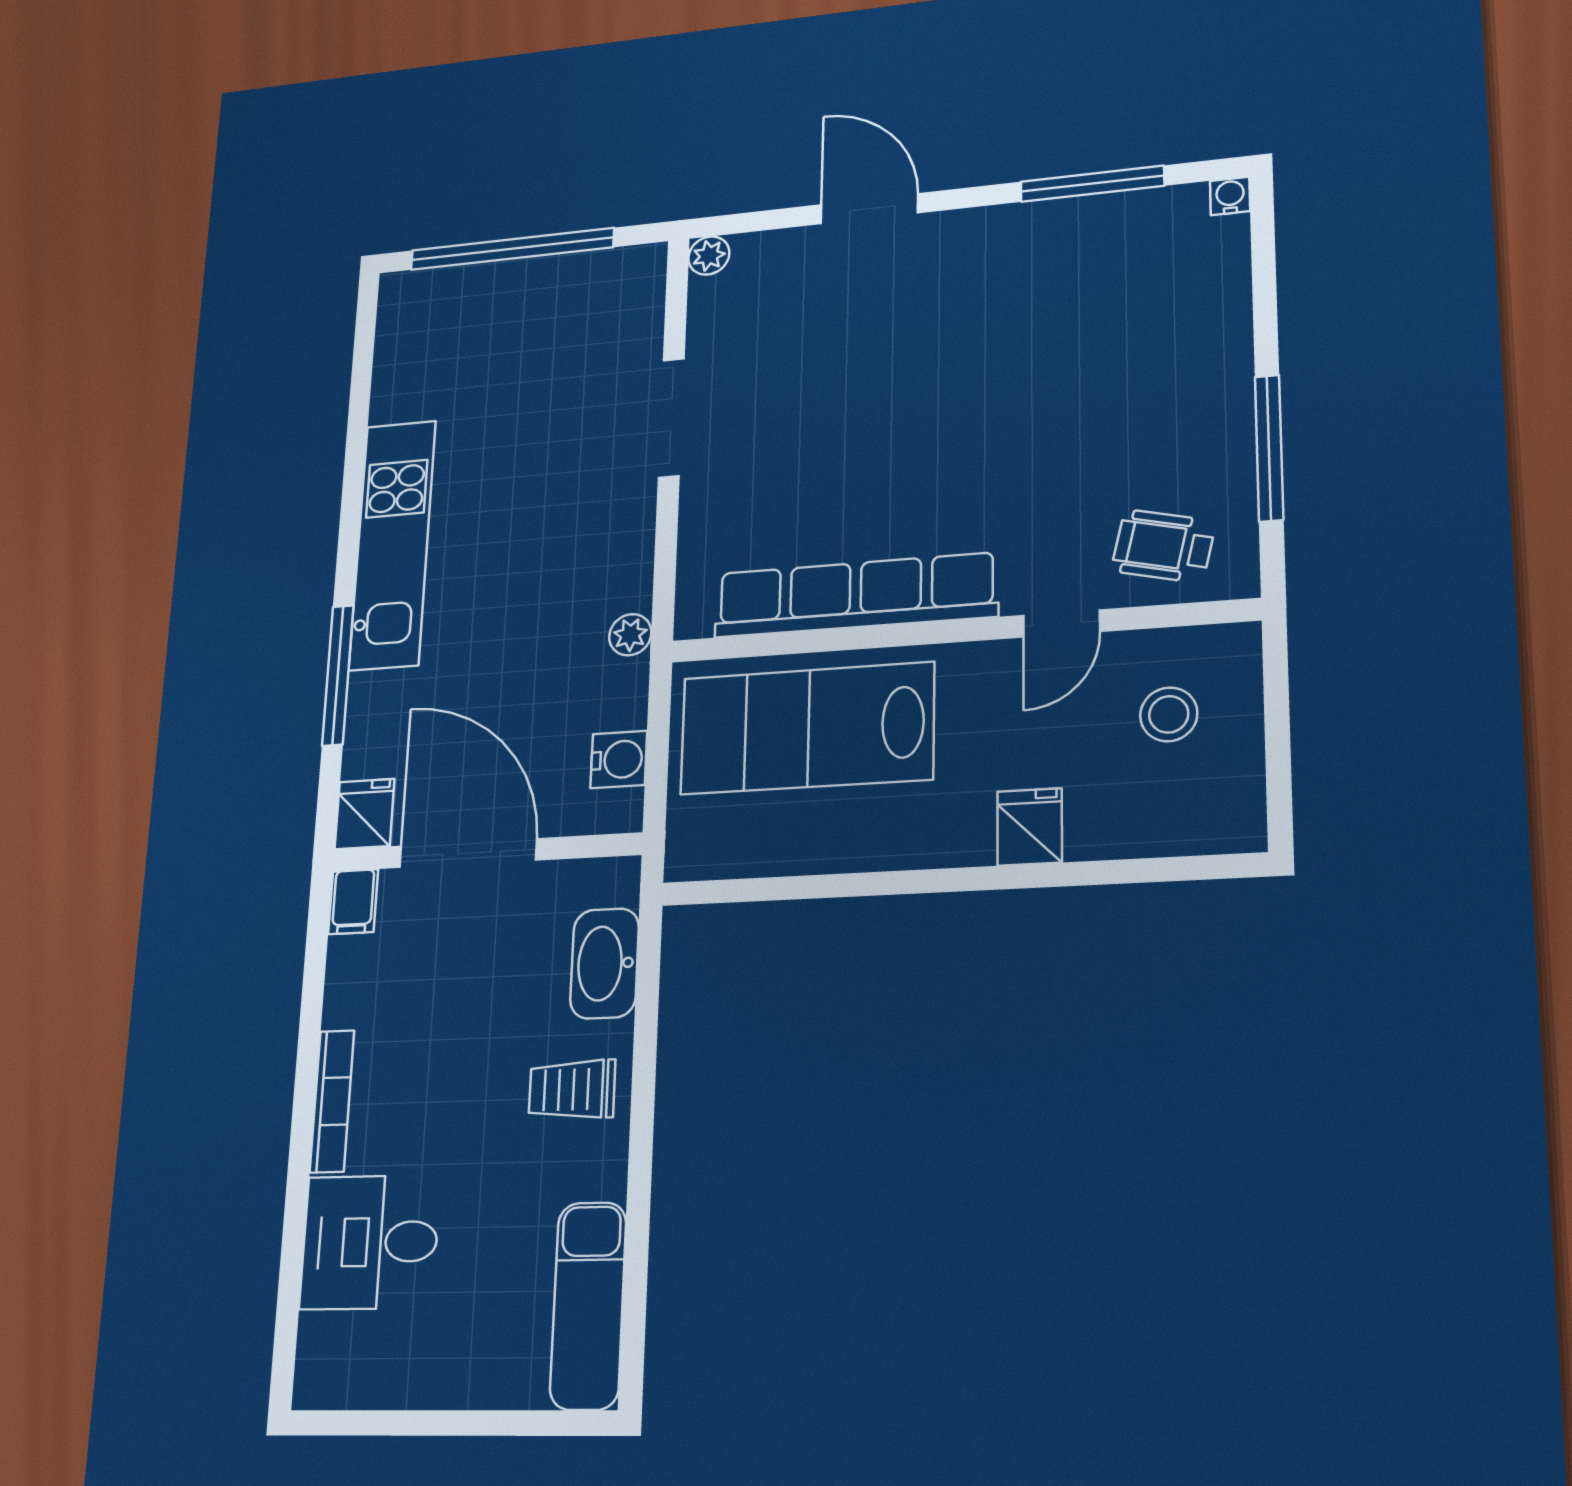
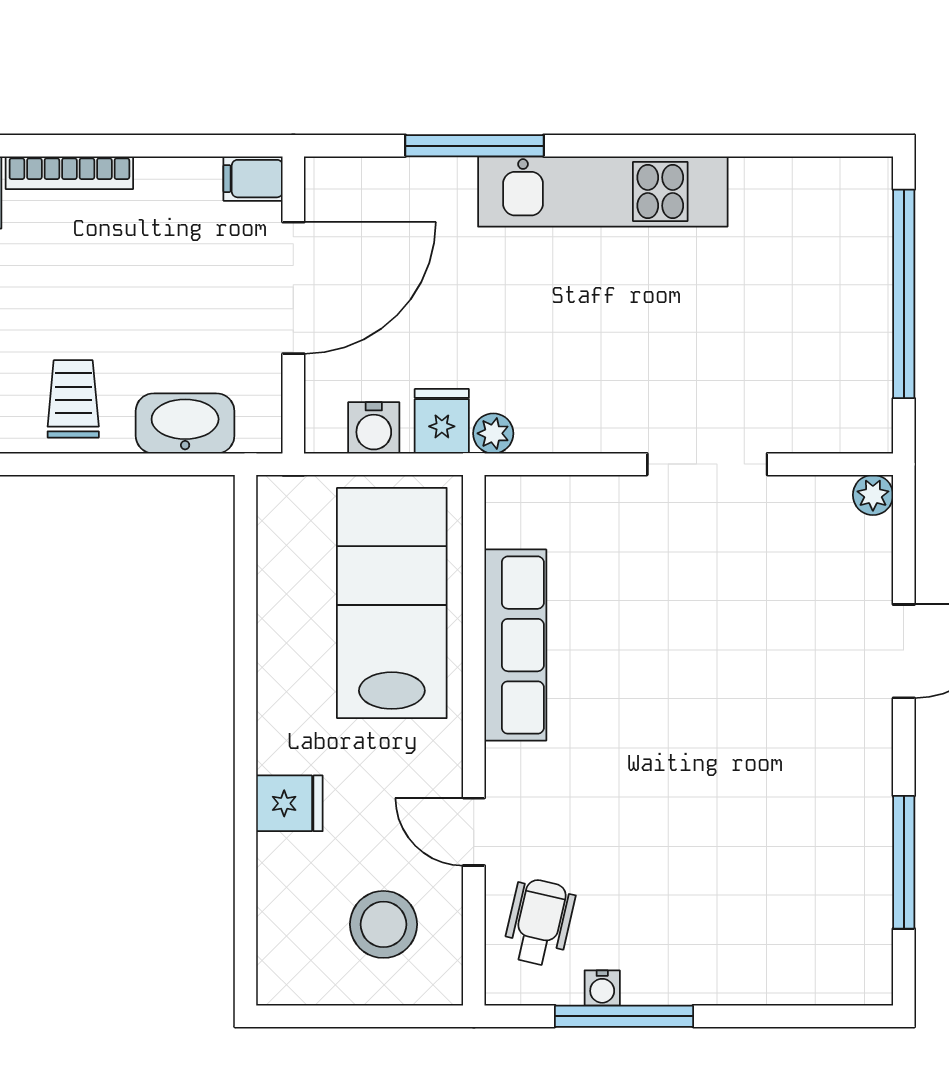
water cooler: (1230, 196) -> (602, 988), moved, turned 90
row of seats: (855, 595) -> (515, 645), width x0.73
stool: (1169, 714) -> (383, 924), width x1.38, depth x1.38
fridge: (365, 814) -> (442, 421), moved, turned -90

